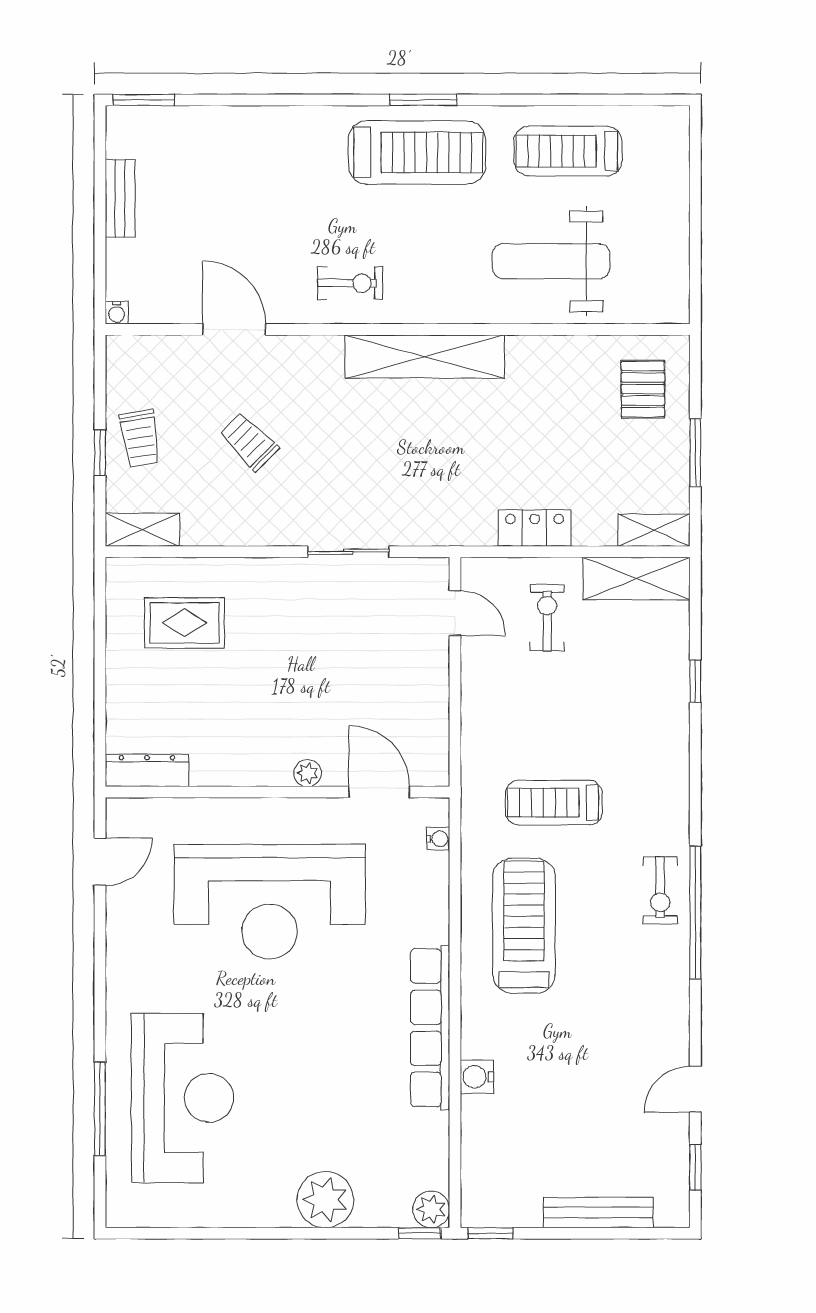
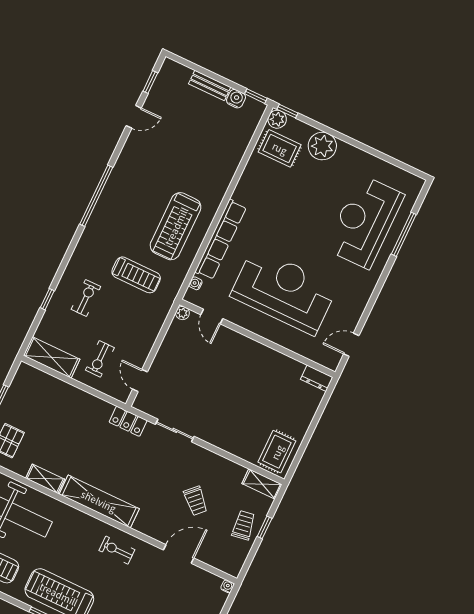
door: (234, 329) -> (179, 554), swing flipped
locker: (535, 528) -> (128, 421), moved
shelving: (654, 530) -> (45, 479), moved
rug: (185, 623) -> (277, 452), moved, turned 90
dresser: (147, 770) -> (317, 378), width x0.70
plant: (308, 773) -> (182, 313), moved
door: (379, 792) -> (212, 317), width x0.73
exercise bike: (660, 890) -> (86, 298), moved
row of seats: (430, 1028) -> (221, 240), moved
water cooler: (477, 1077) -> (236, 99), moved, turned -90
rug: (401, 1158) -> (280, 148), added
bench: (598, 1213) -> (210, 85), width x0.73

